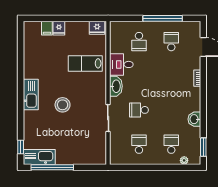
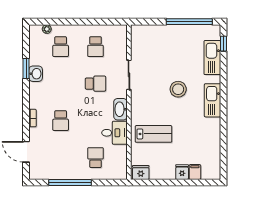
school desk: (171, 42) -> (61, 121), moved
window: (203, 147) -> (26, 68), moved
kitchen sink: (39, 157) -> (212, 58), moved, turned 90

